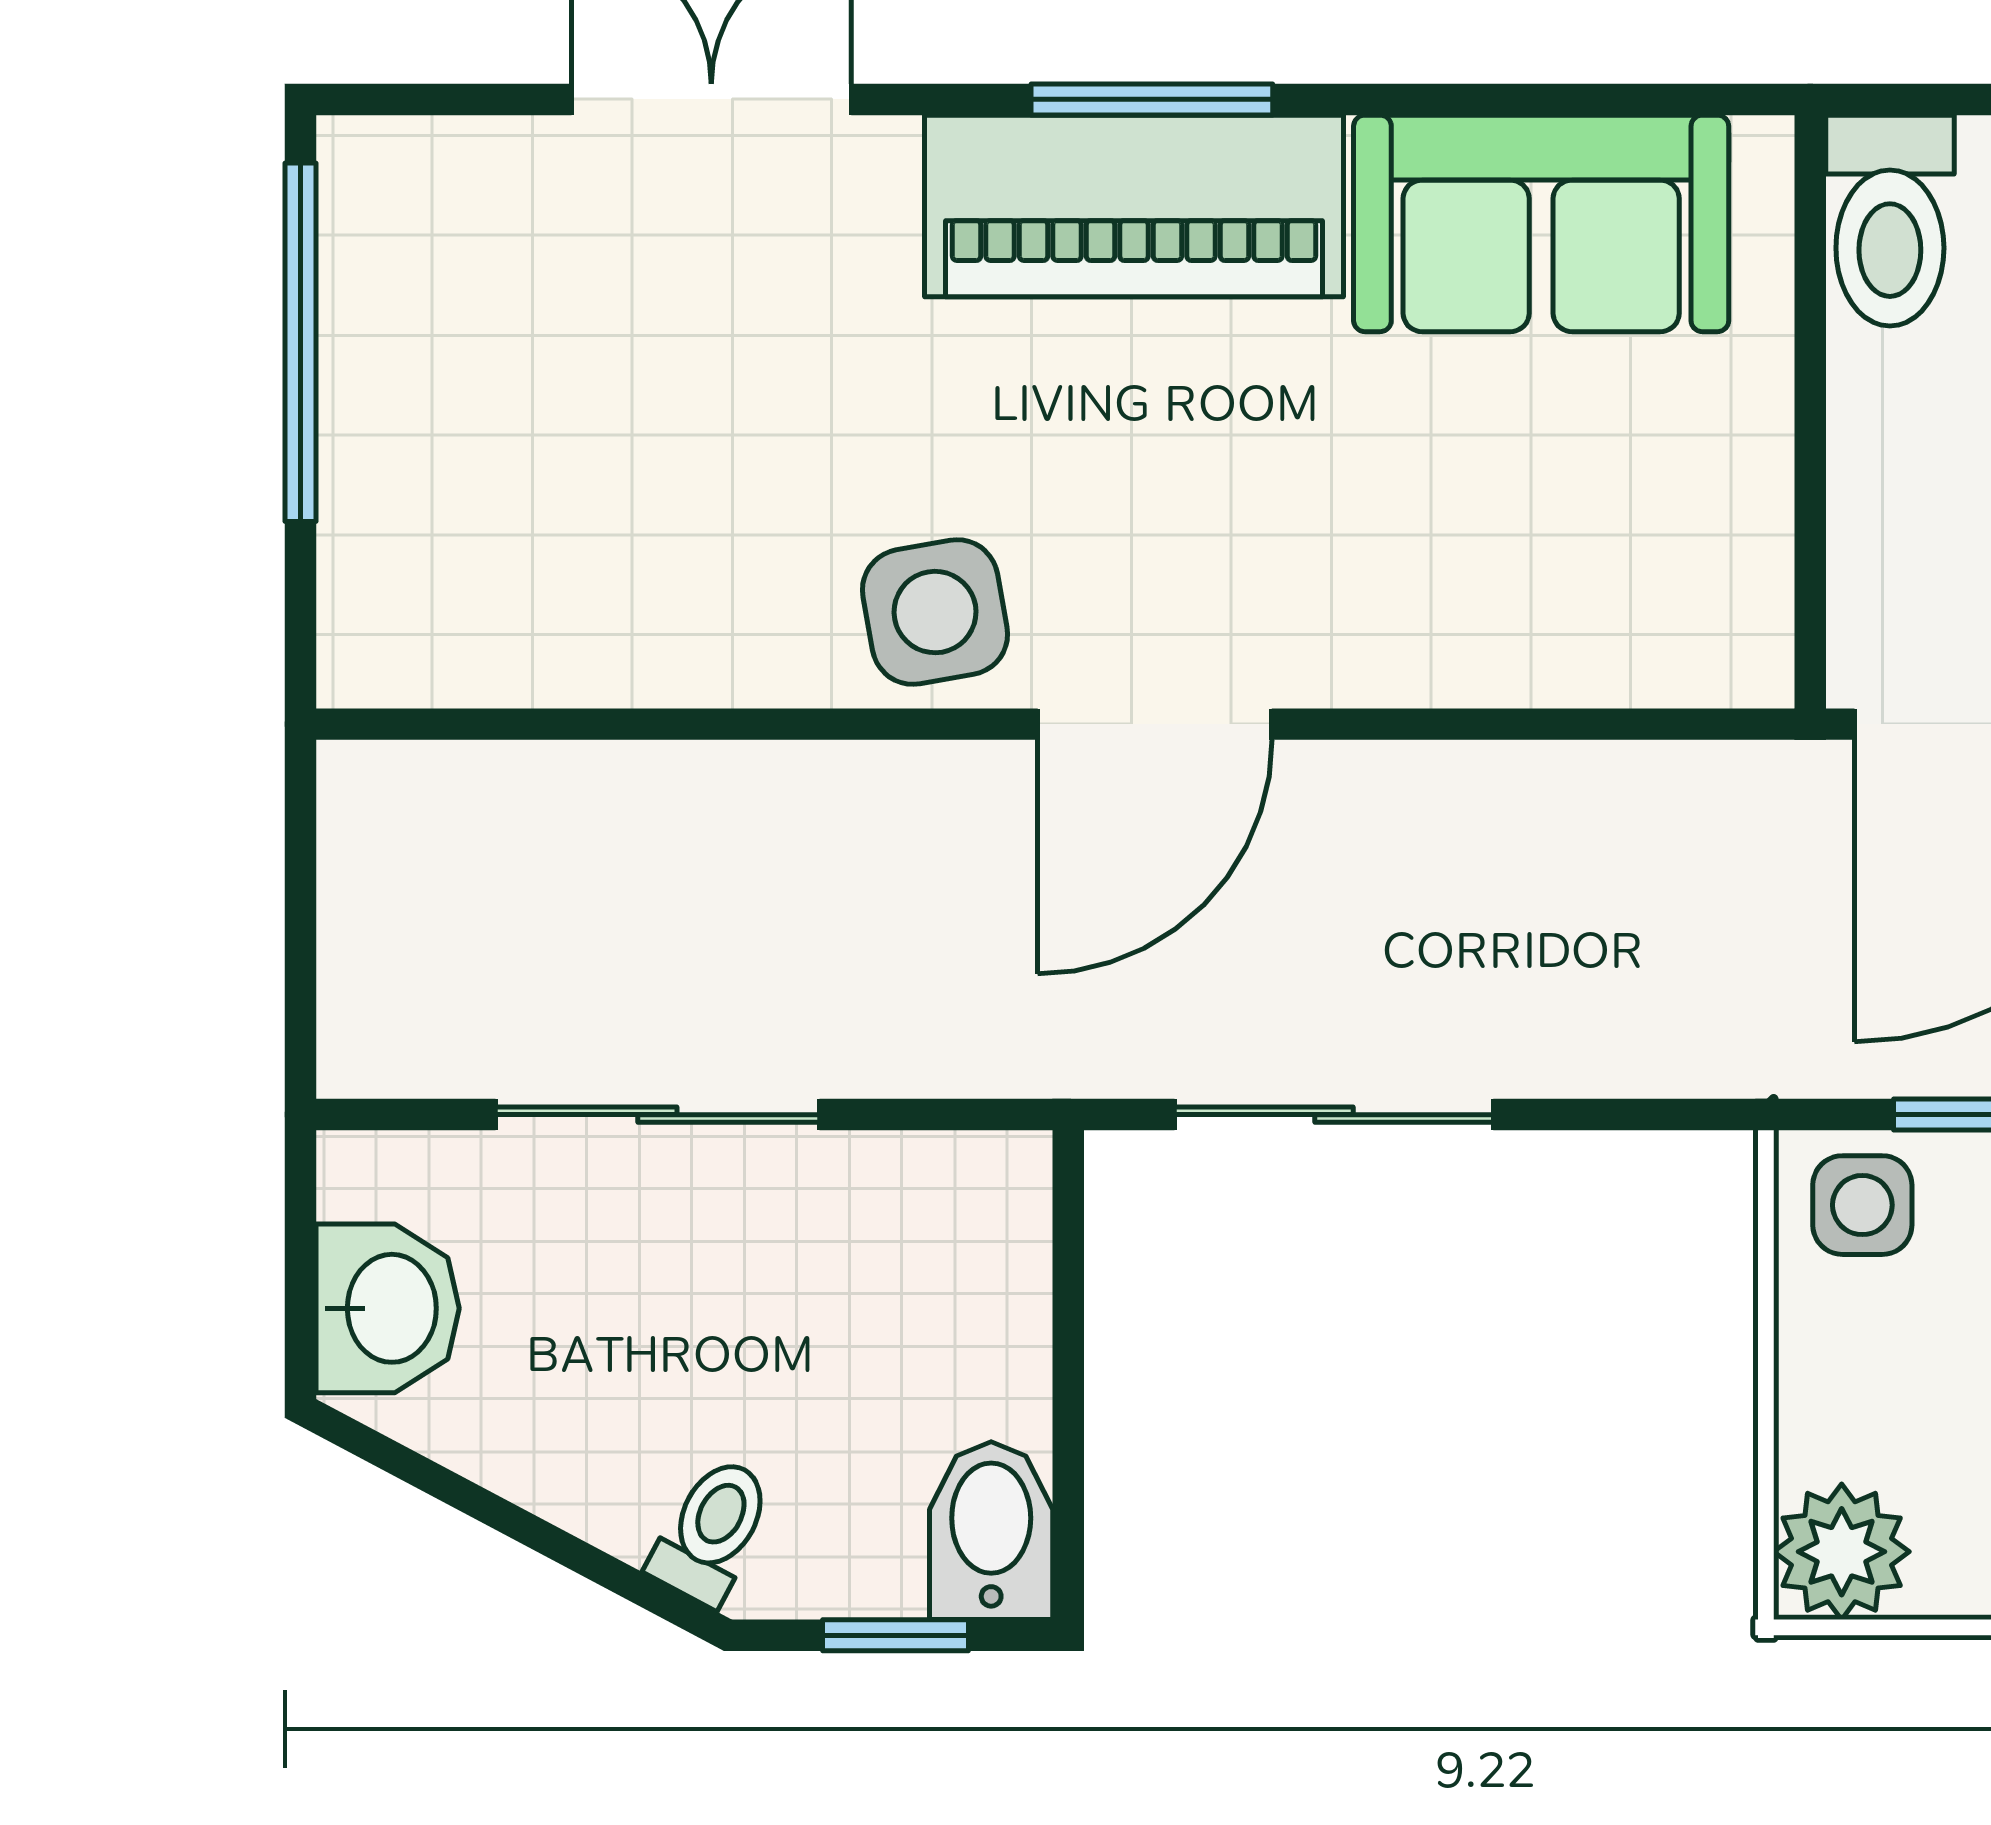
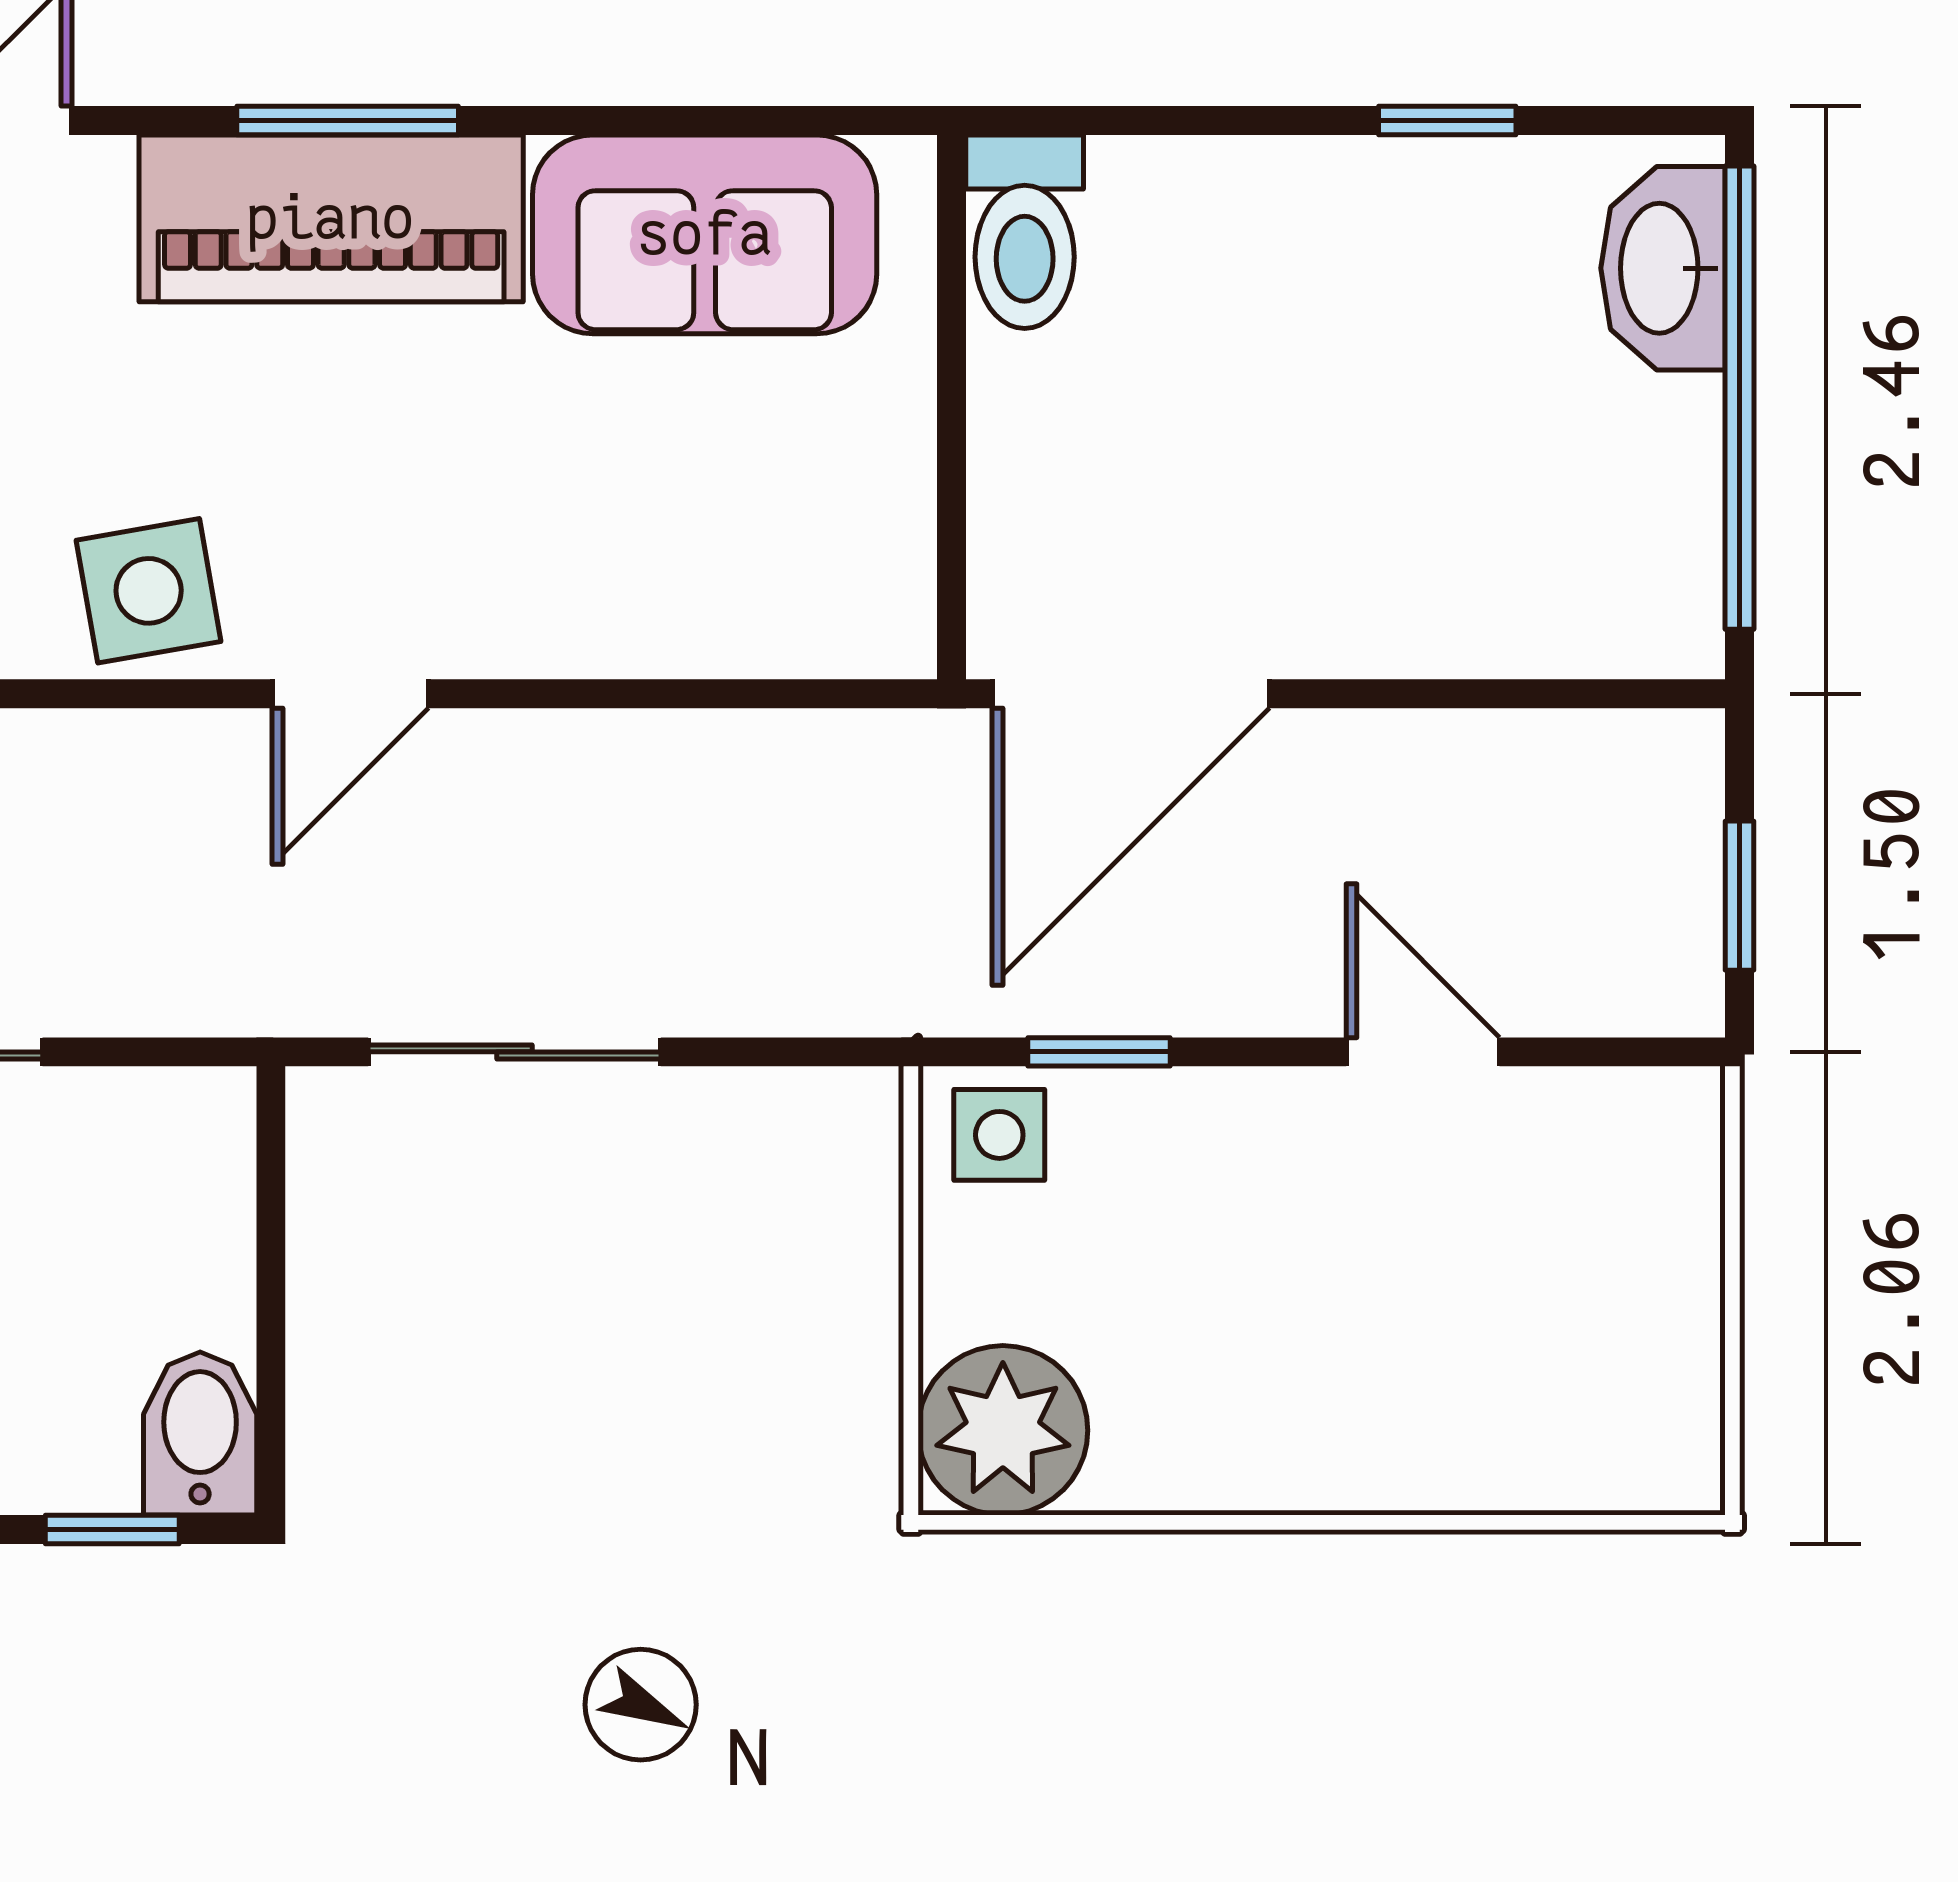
door: (1155, 724) -> (350, 694), width x0.73
plant: (1842, 1552) -> (1003, 1430), width x1.36, depth x1.36

